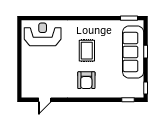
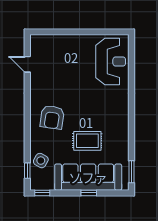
rug: (87, 51) -> (87, 141), moved
armchair: (86, 80) -> (52, 117), turned -82
side table: (120, 89) -> (41, 161), added

